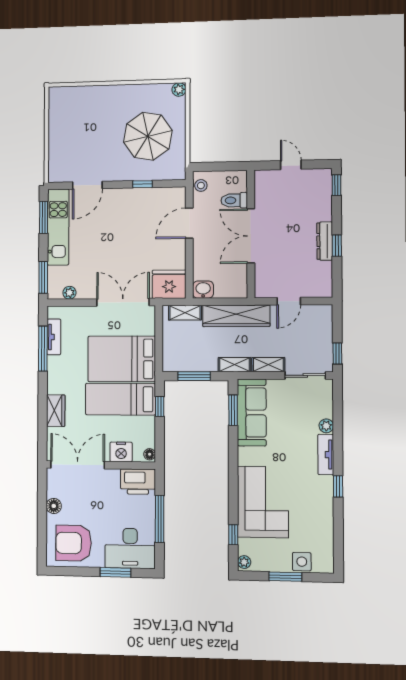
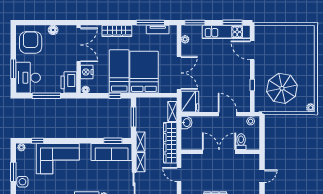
wardrobe: (56, 411) -> (117, 31), width x1.50

